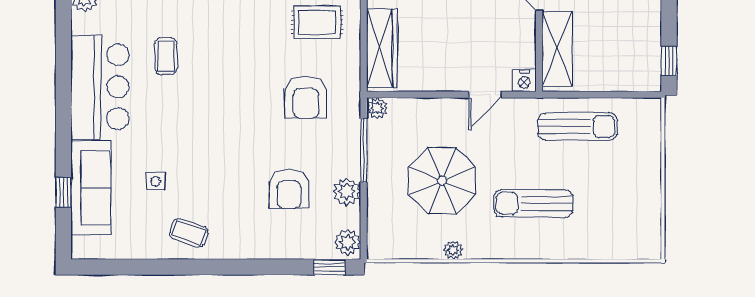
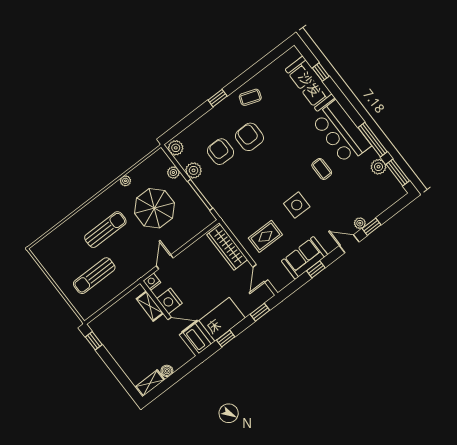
nightstand: (521, 35) -> (169, 301), added
window: (63, 43) -> (373, 140), added
shelving: (557, 49) -> (150, 306), width x0.67, depth x0.75
armchair: (306, 97) -> (249, 137), moved
plant: (377, 108) -> (173, 173), moved
sun lounger: (578, 127) -> (94, 276), moved
side table: (156, 181) -> (297, 205), moved, width x1.87, depth x1.87
window: (330, 267) -> (218, 98), moved

